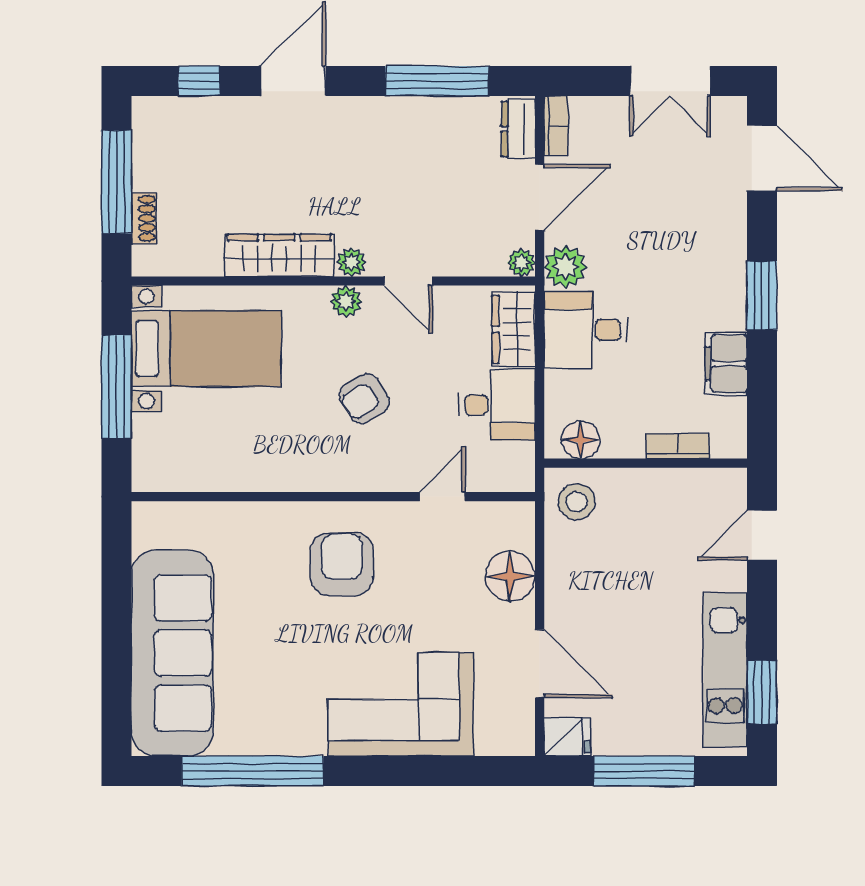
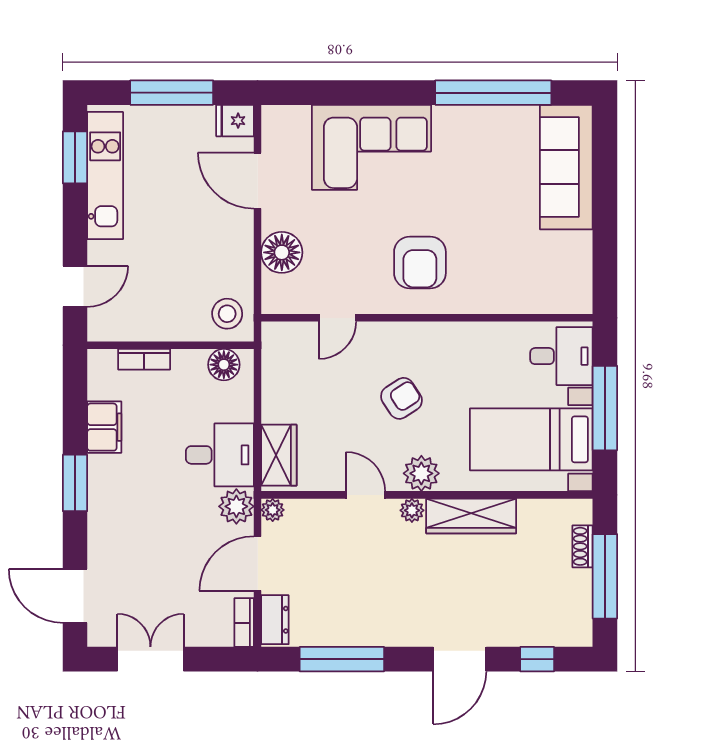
plant: (346, 301) -> (421, 473), width x1.38, depth x1.38
desk: (497, 405) -> (561, 356), moved, turned 180
sofa: (172, 653) -> (566, 167), width x0.74, depth x0.79

